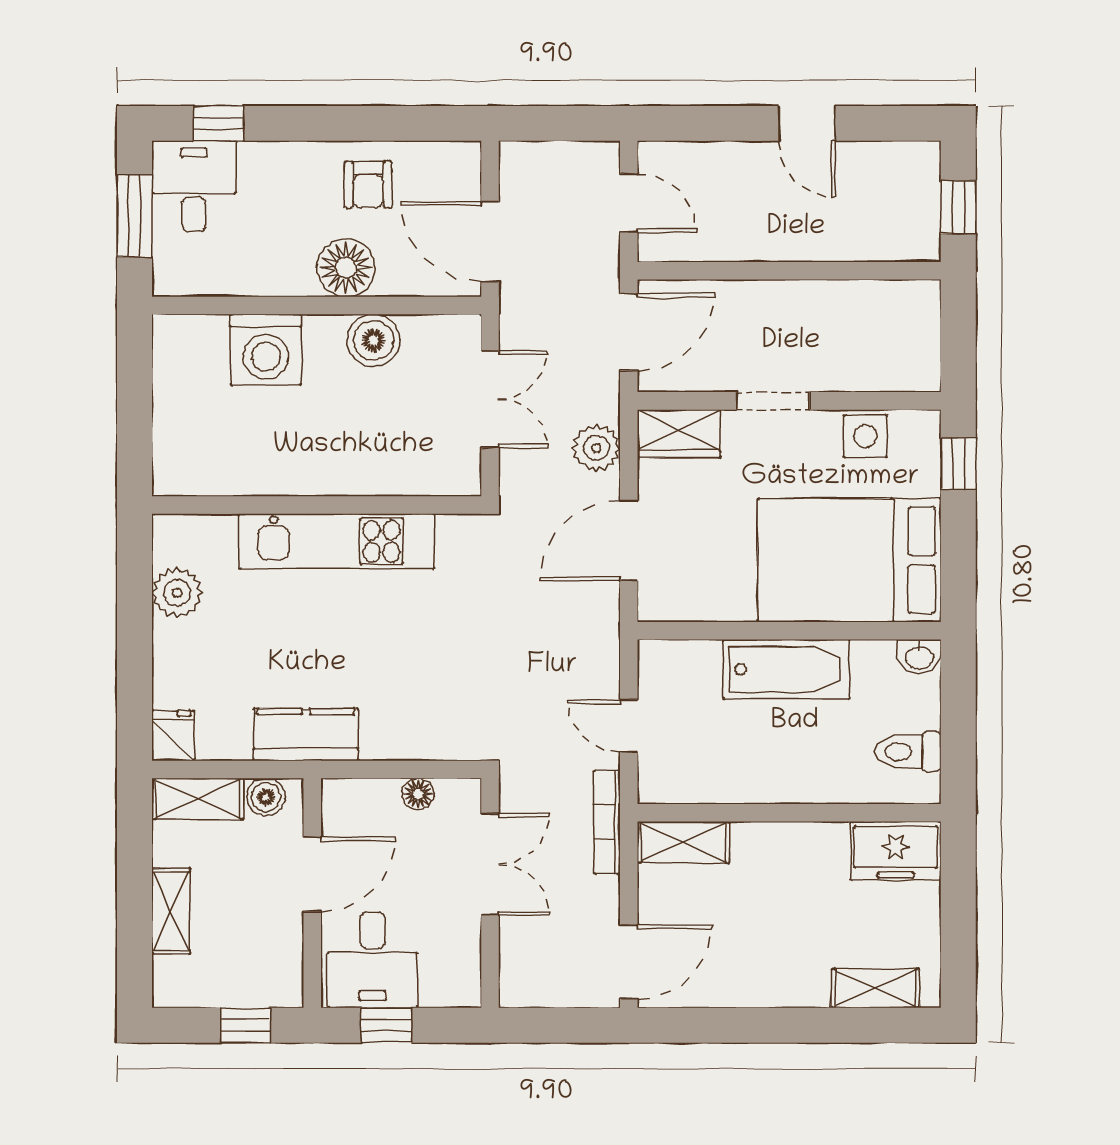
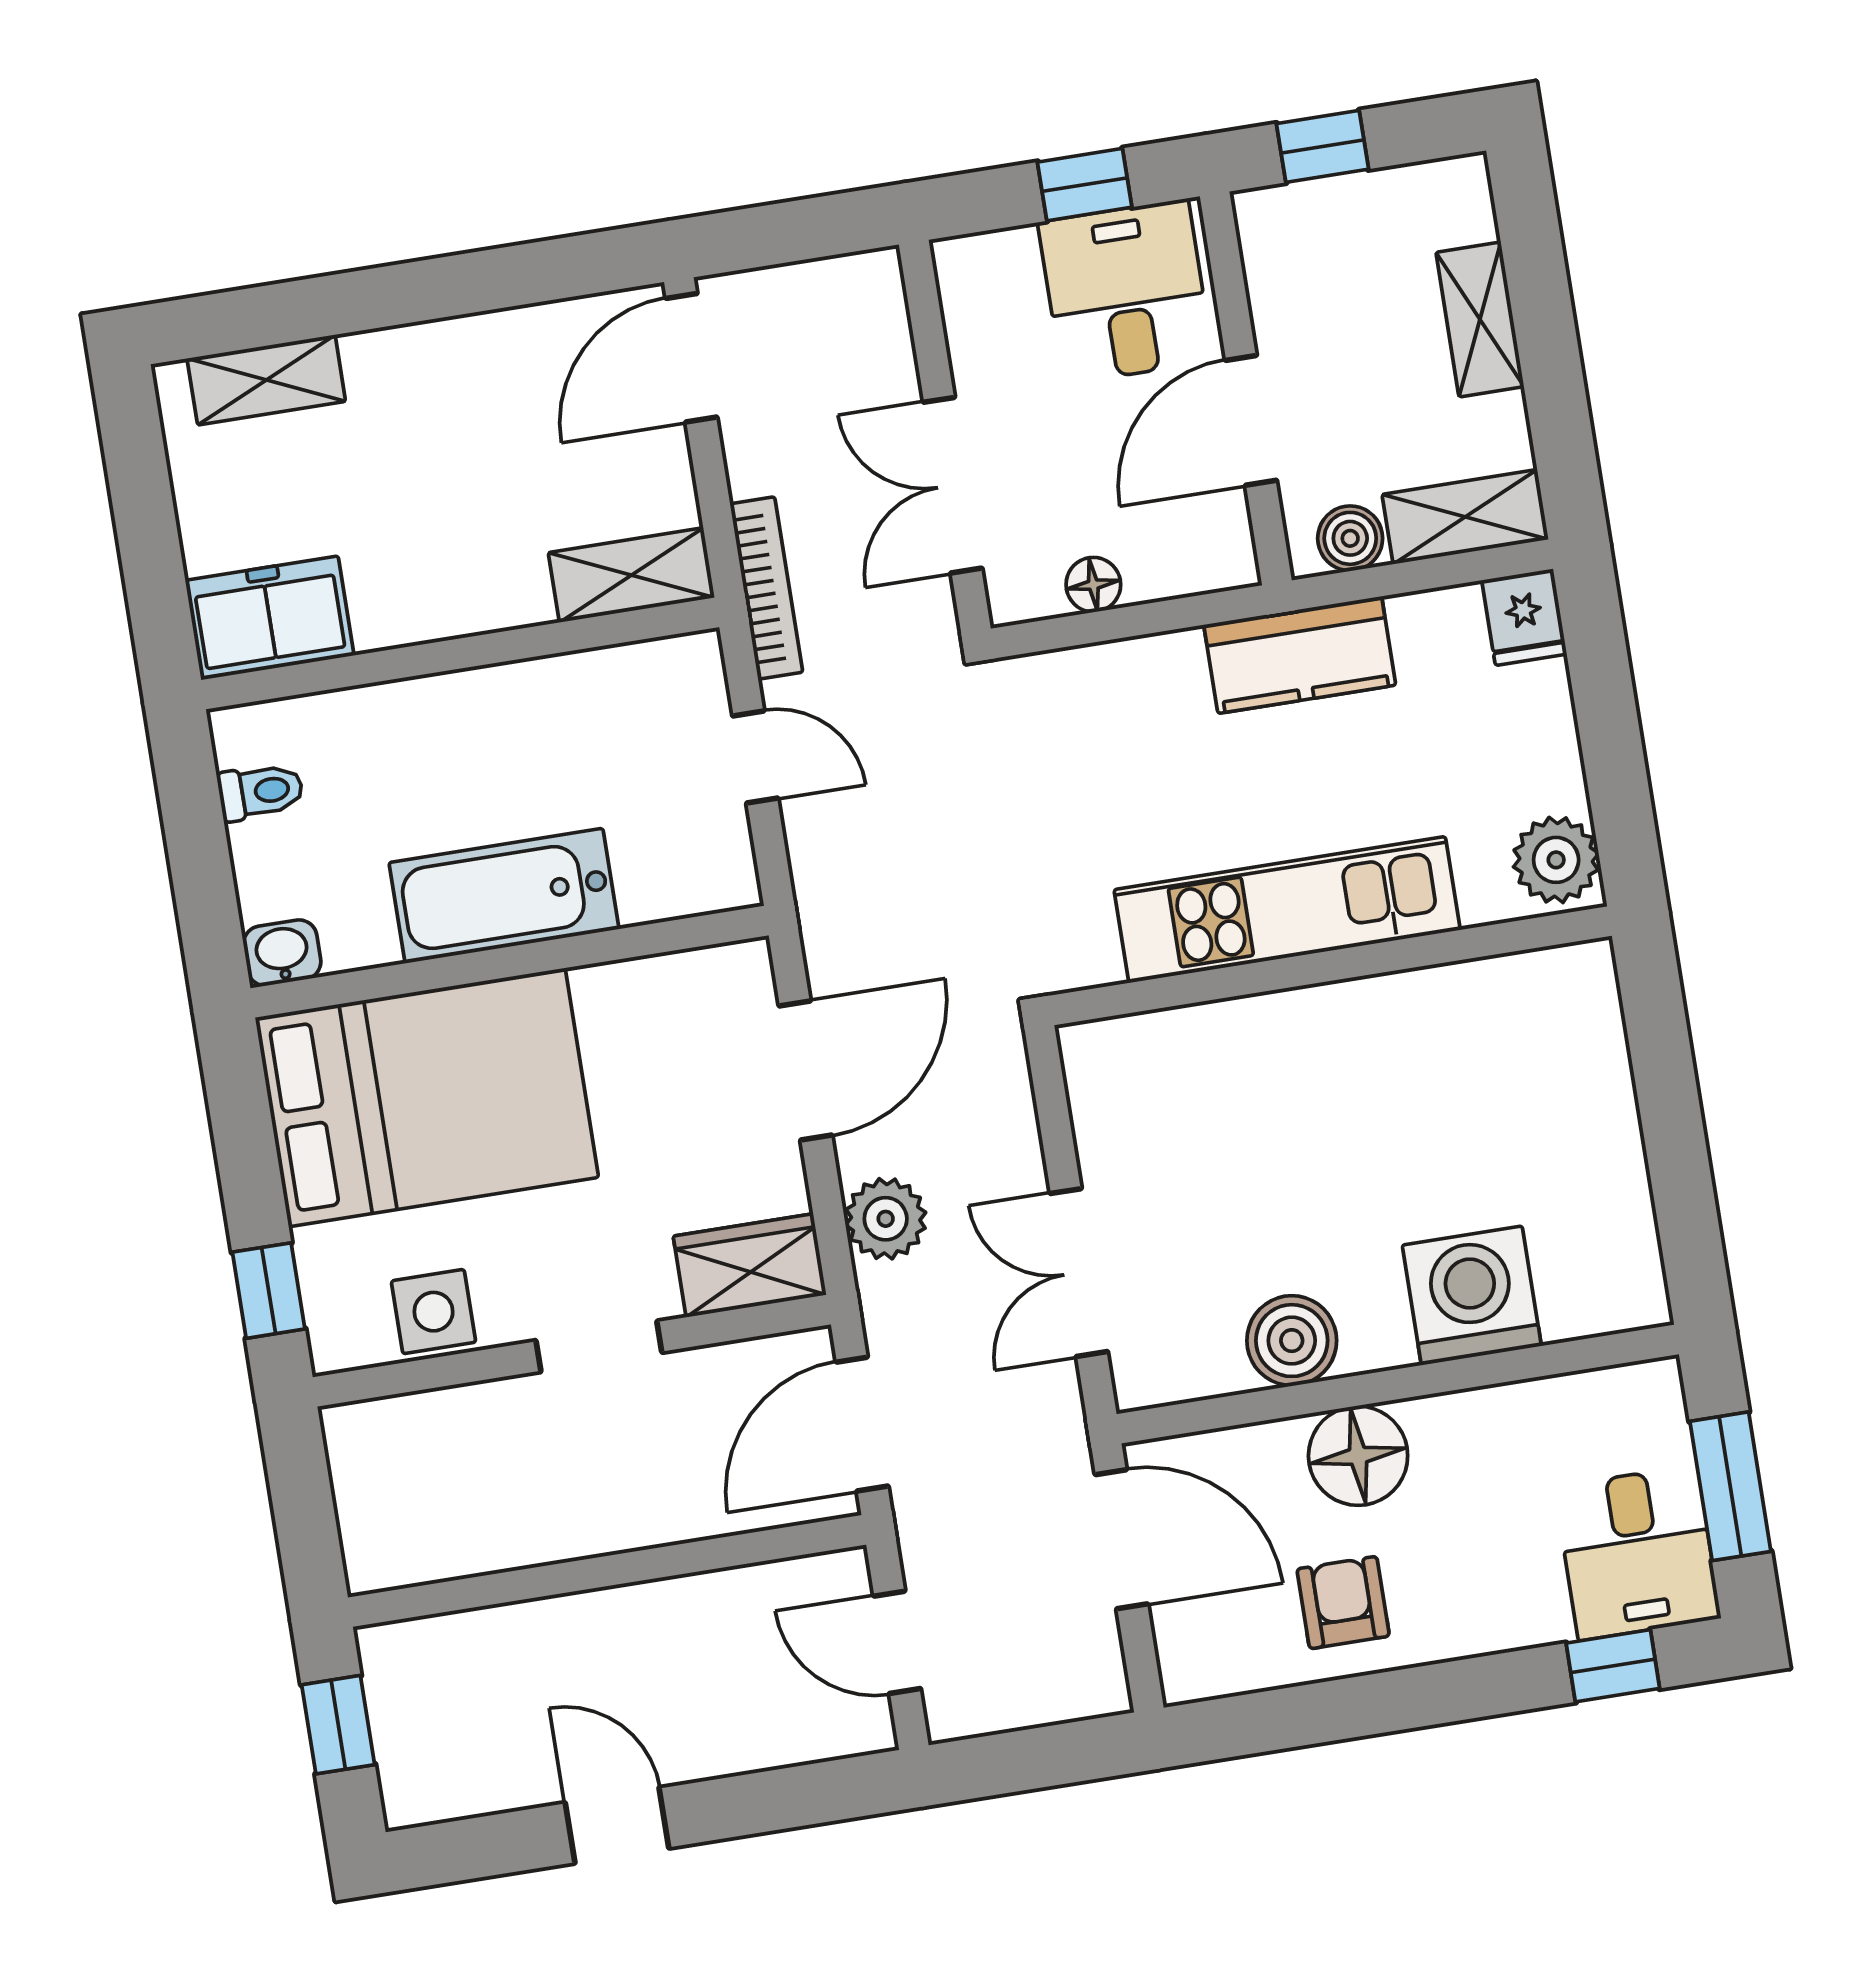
wall: (317, 505) -> (1331, 966), moved
kitchen unit: (336, 541) -> (1287, 910), moved
toilet: (908, 752) -> (261, 792), width x0.73, depth x0.72

